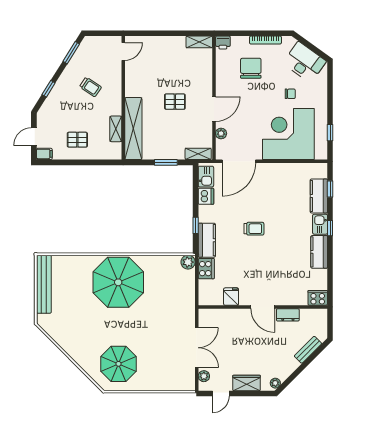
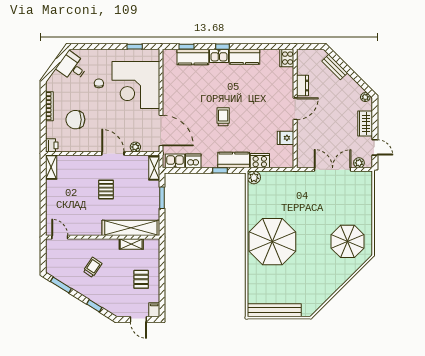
desk: (304, 62) -> (72, 67), width x0.73

